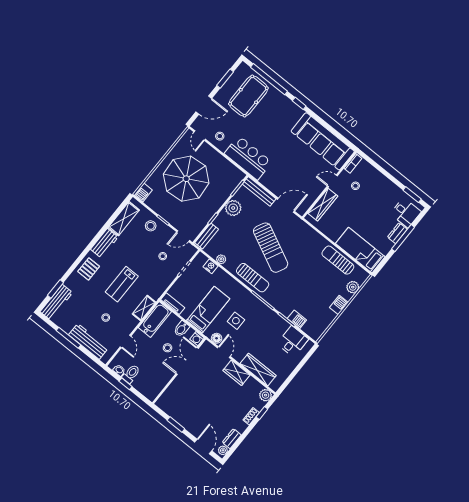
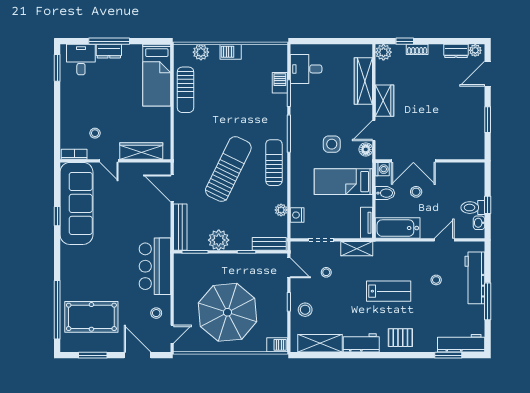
window: (299, 103) -> (57, 216), moved
shelving: (144, 308) -> (357, 249), moved

